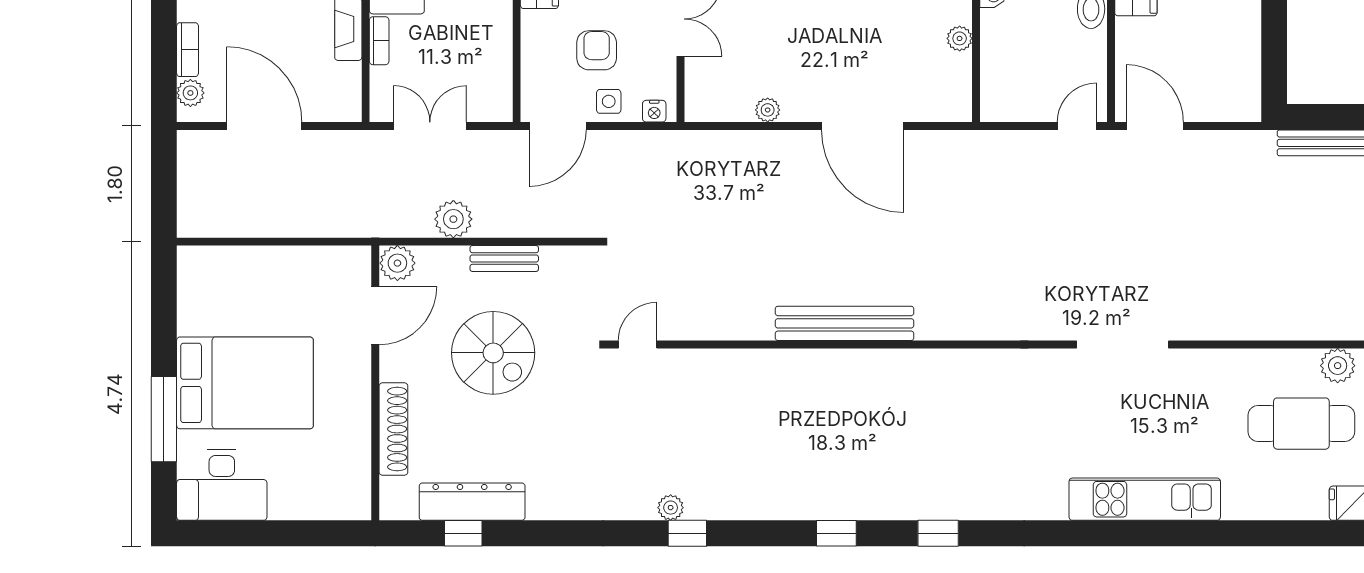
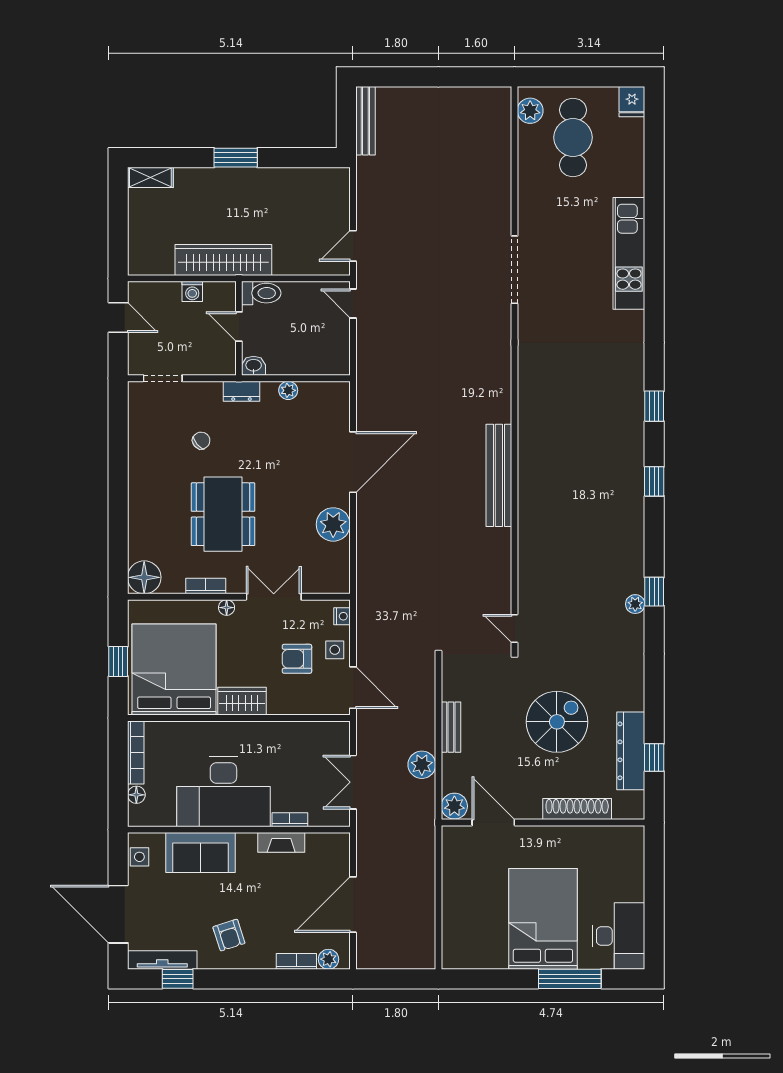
plant: (768, 110) -> (333, 524), width x1.88, depth x1.88
door: (1155, 126) -> (353, 246), width x0.73
spiral stairs: (493, 353) -> (557, 722), moved

